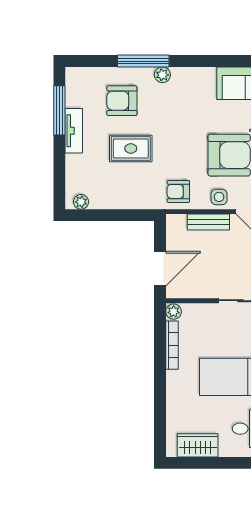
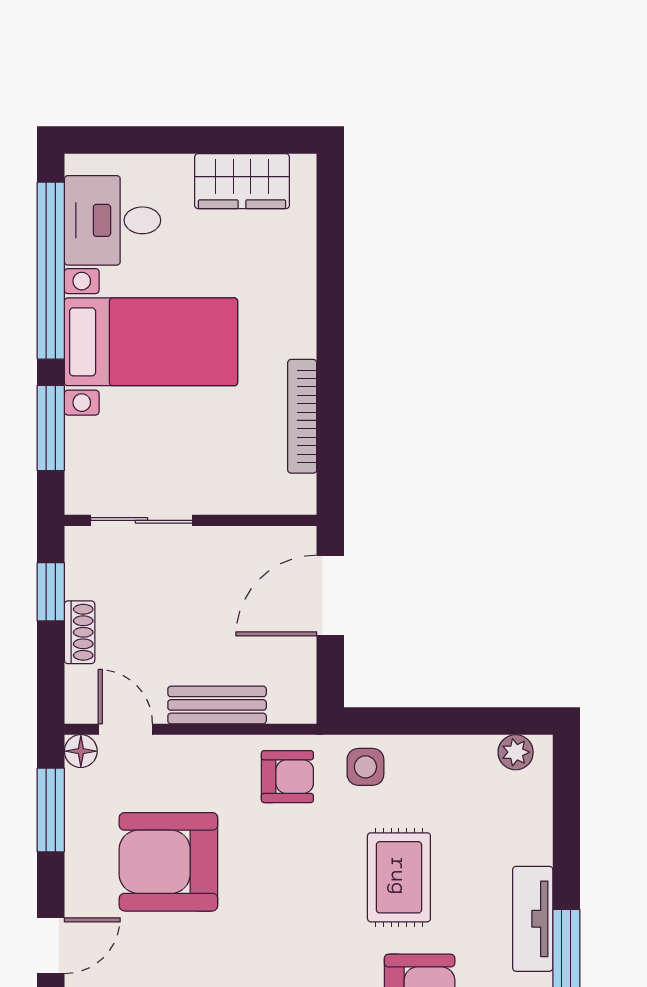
rug: (131, 148) -> (399, 877), turned 90
side table: (219, 197) -> (365, 767), moved
plant: (174, 312) -> (299, 495), removed

